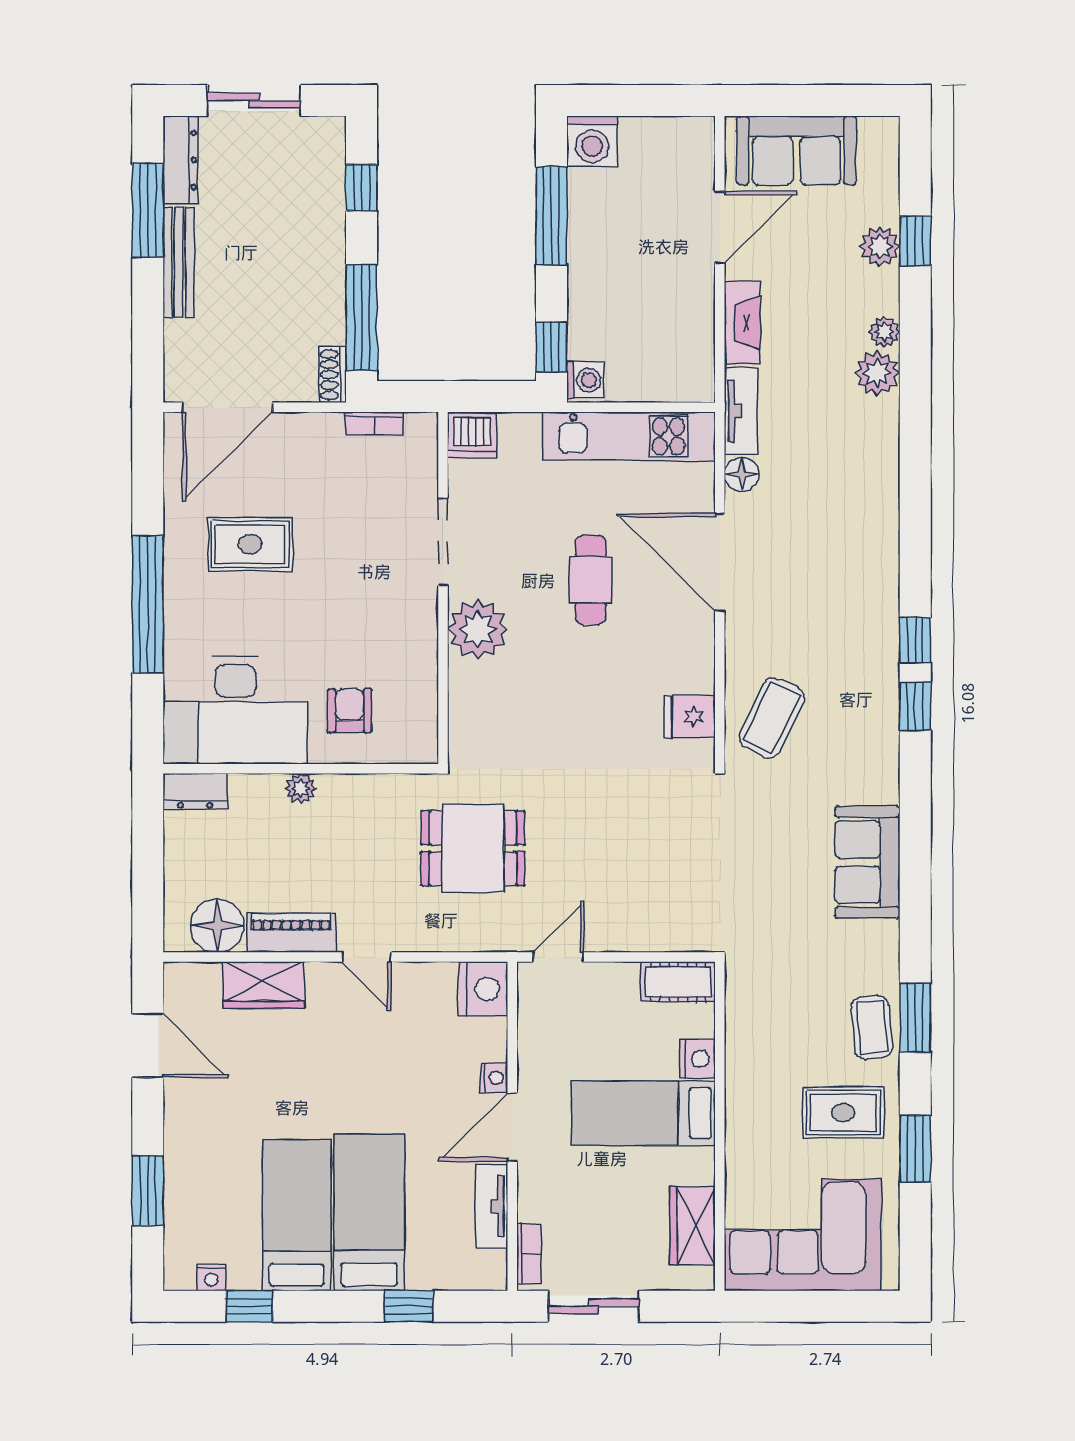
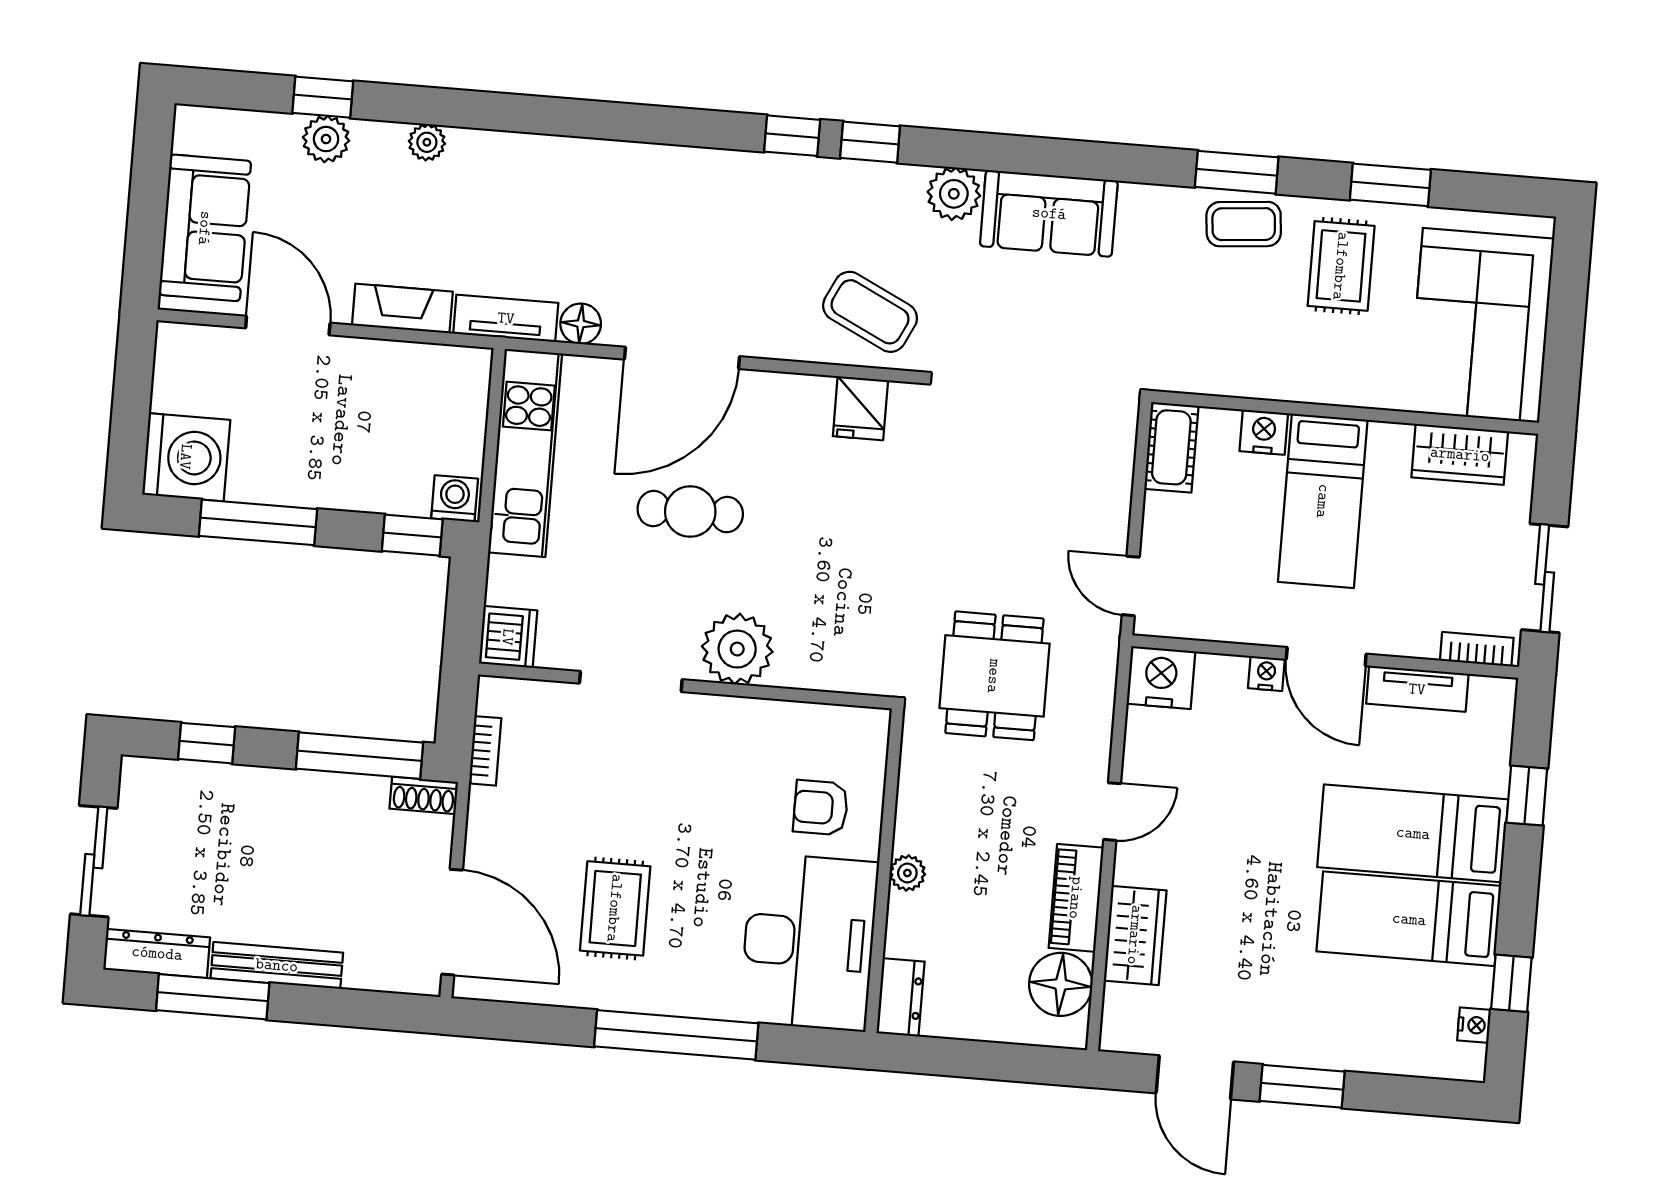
washing machine: (592, 141) -> (186, 457), width x1.37, depth x1.37
plant: (877, 373) -> (954, 194), moved
door: (148, 1045) -> (1195, 1077), swing flipped
window: (148, 1191) -> (1302, 1086), moved

